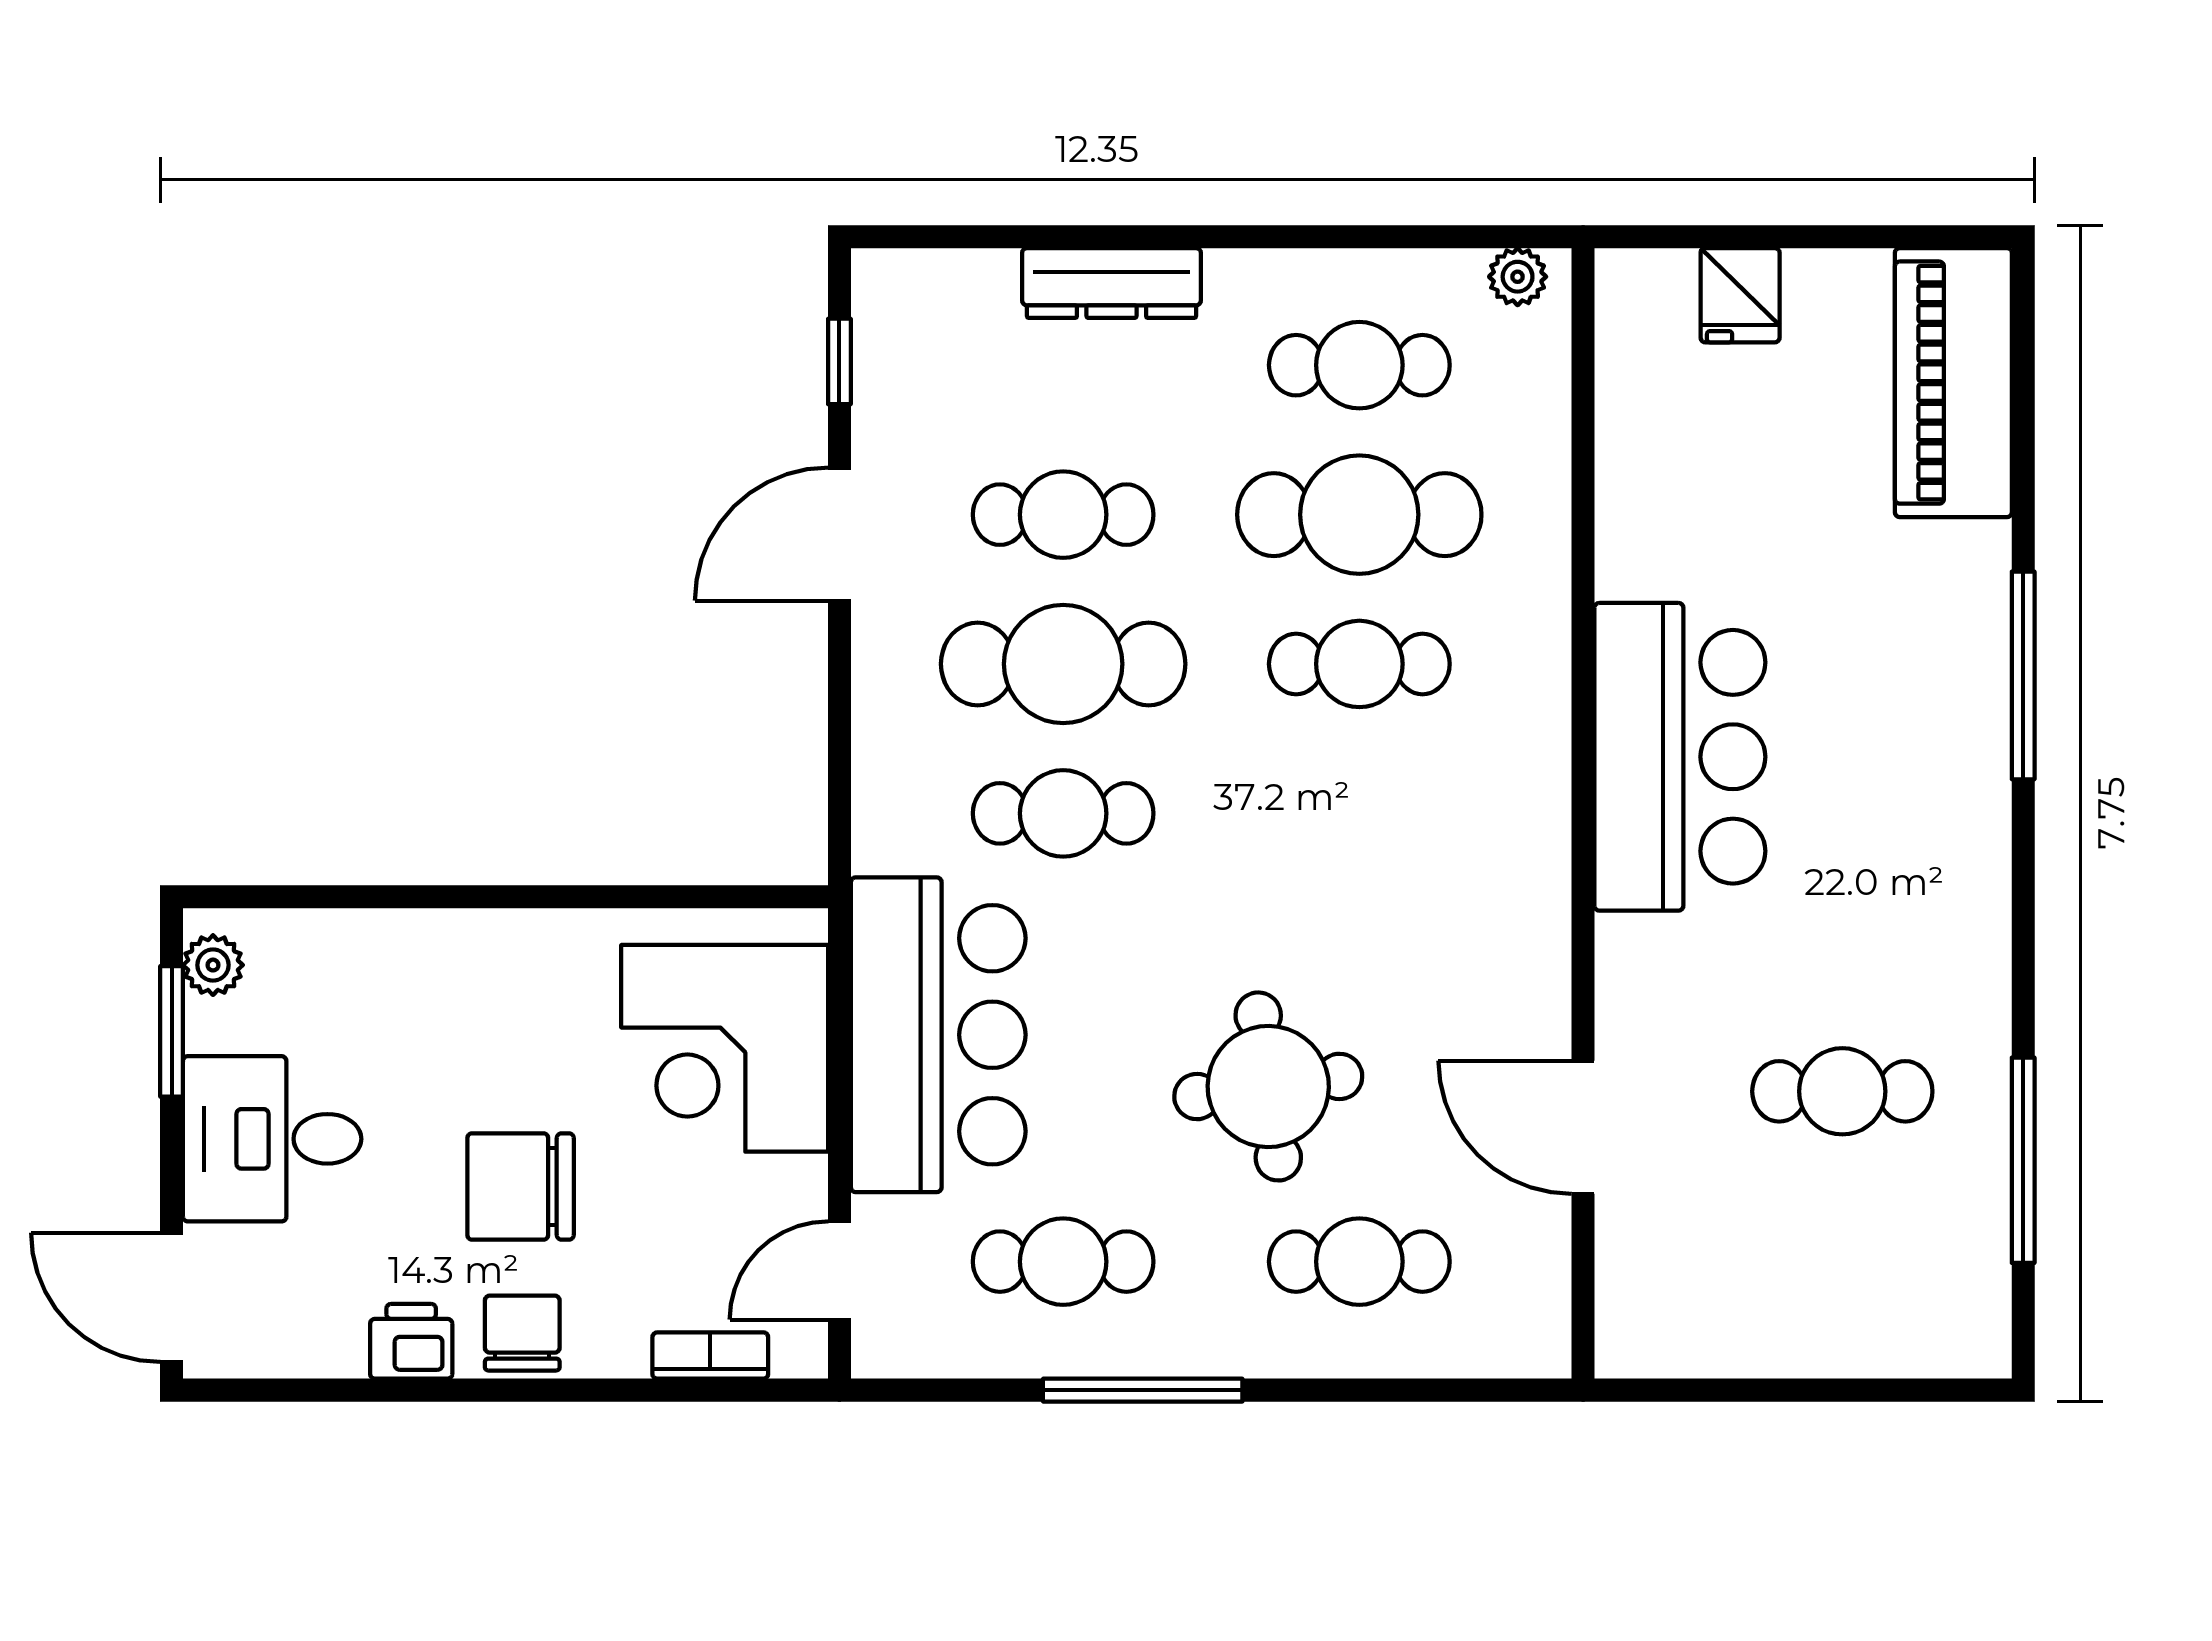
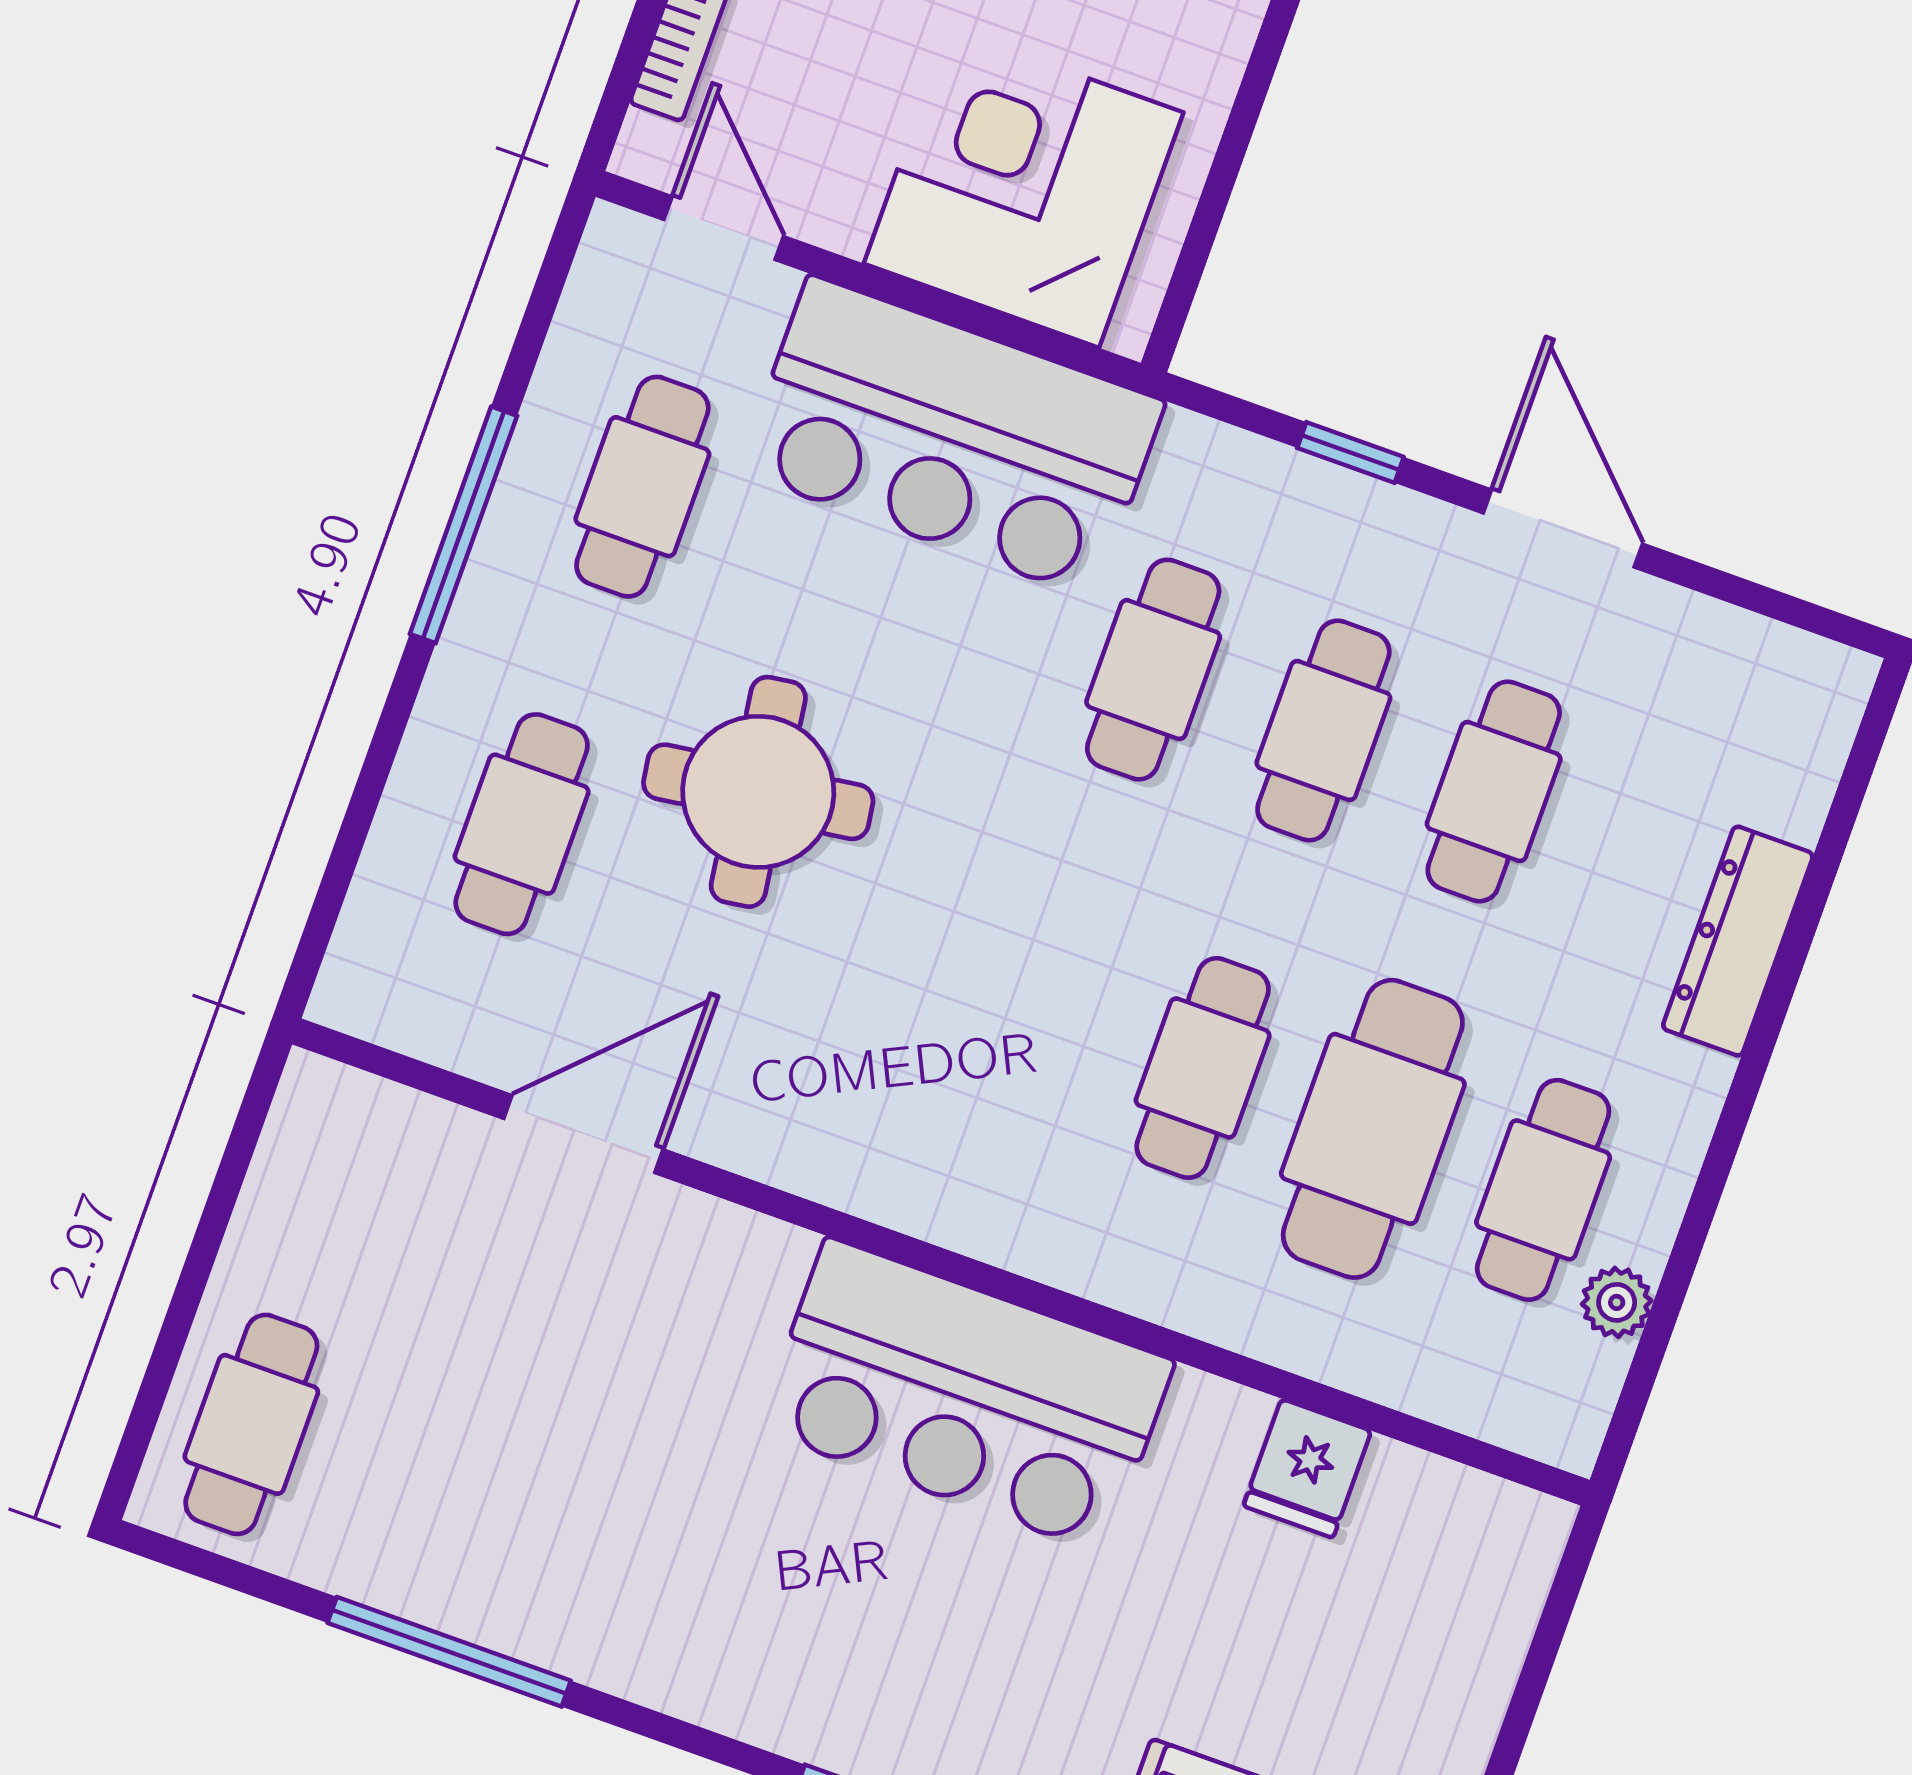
plant: (1518, 277) -> (1617, 1302), moved
fridge: (1740, 295) -> (1307, 1468), moved, turned -90
window: (839, 361) -> (1350, 452), moved
cafe table: (1063, 664) -> (1323, 731), width x0.73, depth x0.74
cafe table: (1842, 1091) -> (251, 1424), moved
window: (2023, 1160) -> (449, 1652), moved

